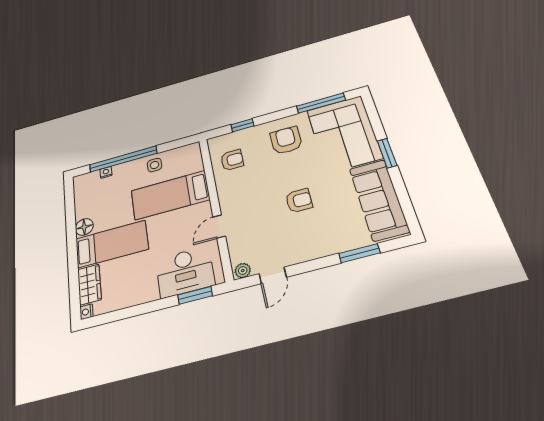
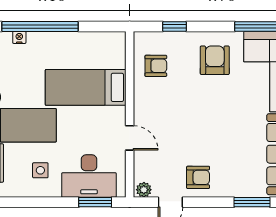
side table: (155, 165) -> (40, 170), moved
armchair: (299, 201) -> (198, 177), moved
door: (219, 227) -> (130, 138), swing flipped

